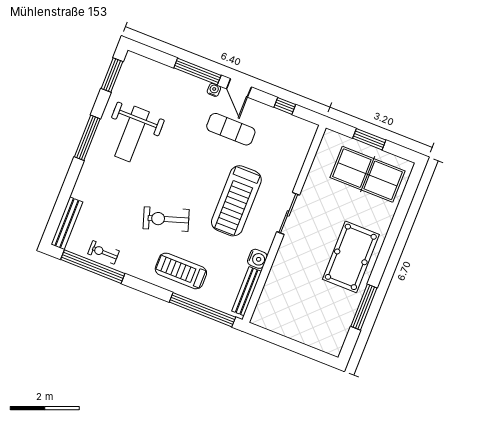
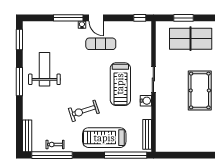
window: (285, 106) -> (140, 18), moved
weight bench: (132, 134) -> (44, 69), turned 180
water cooler: (257, 259) -> (146, 101), moved
treadmill: (181, 271) -> (104, 138), width x1.37, depth x1.38

